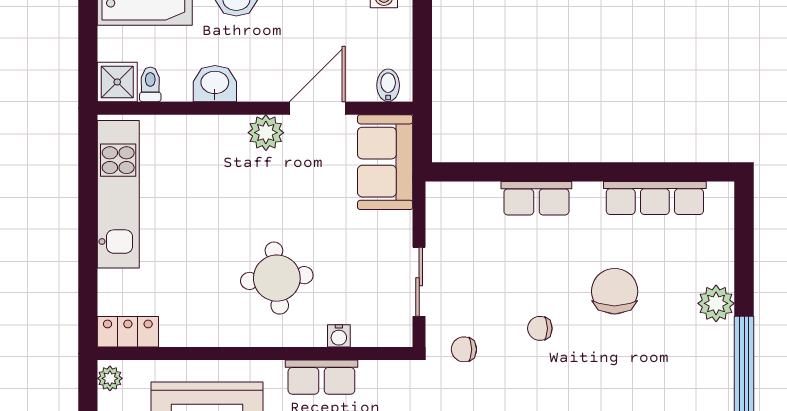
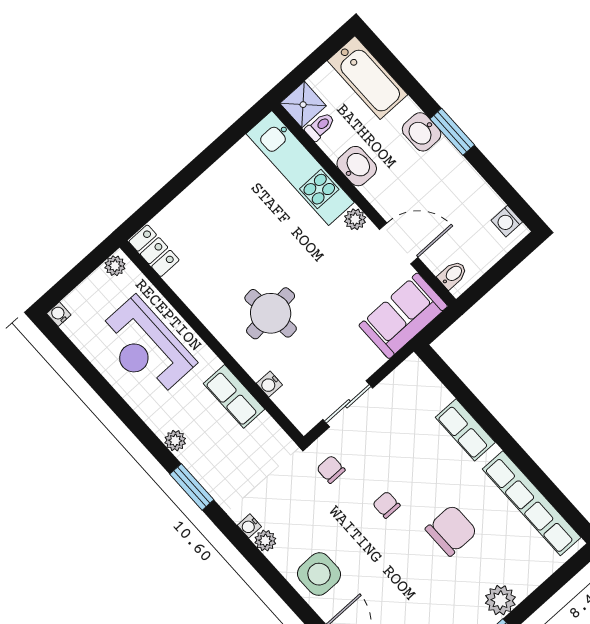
plant: (266, 133) -> (355, 219), width x0.73, depth x0.73
kitchen unit: (118, 194) -> (300, 168), moved, turned 90
row of seats: (655, 198) -> (532, 503), width x1.36

